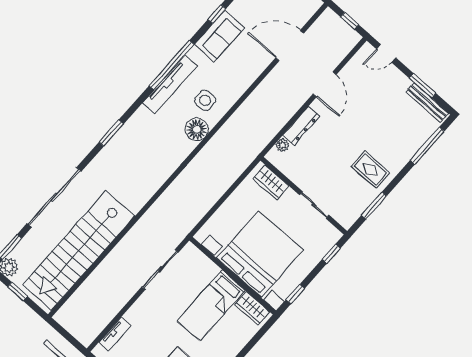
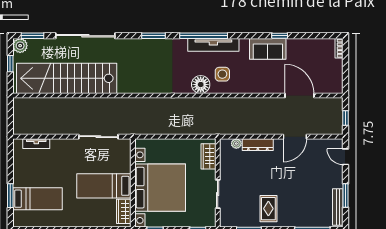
window: (172, 65) -> (204, 36), moved

